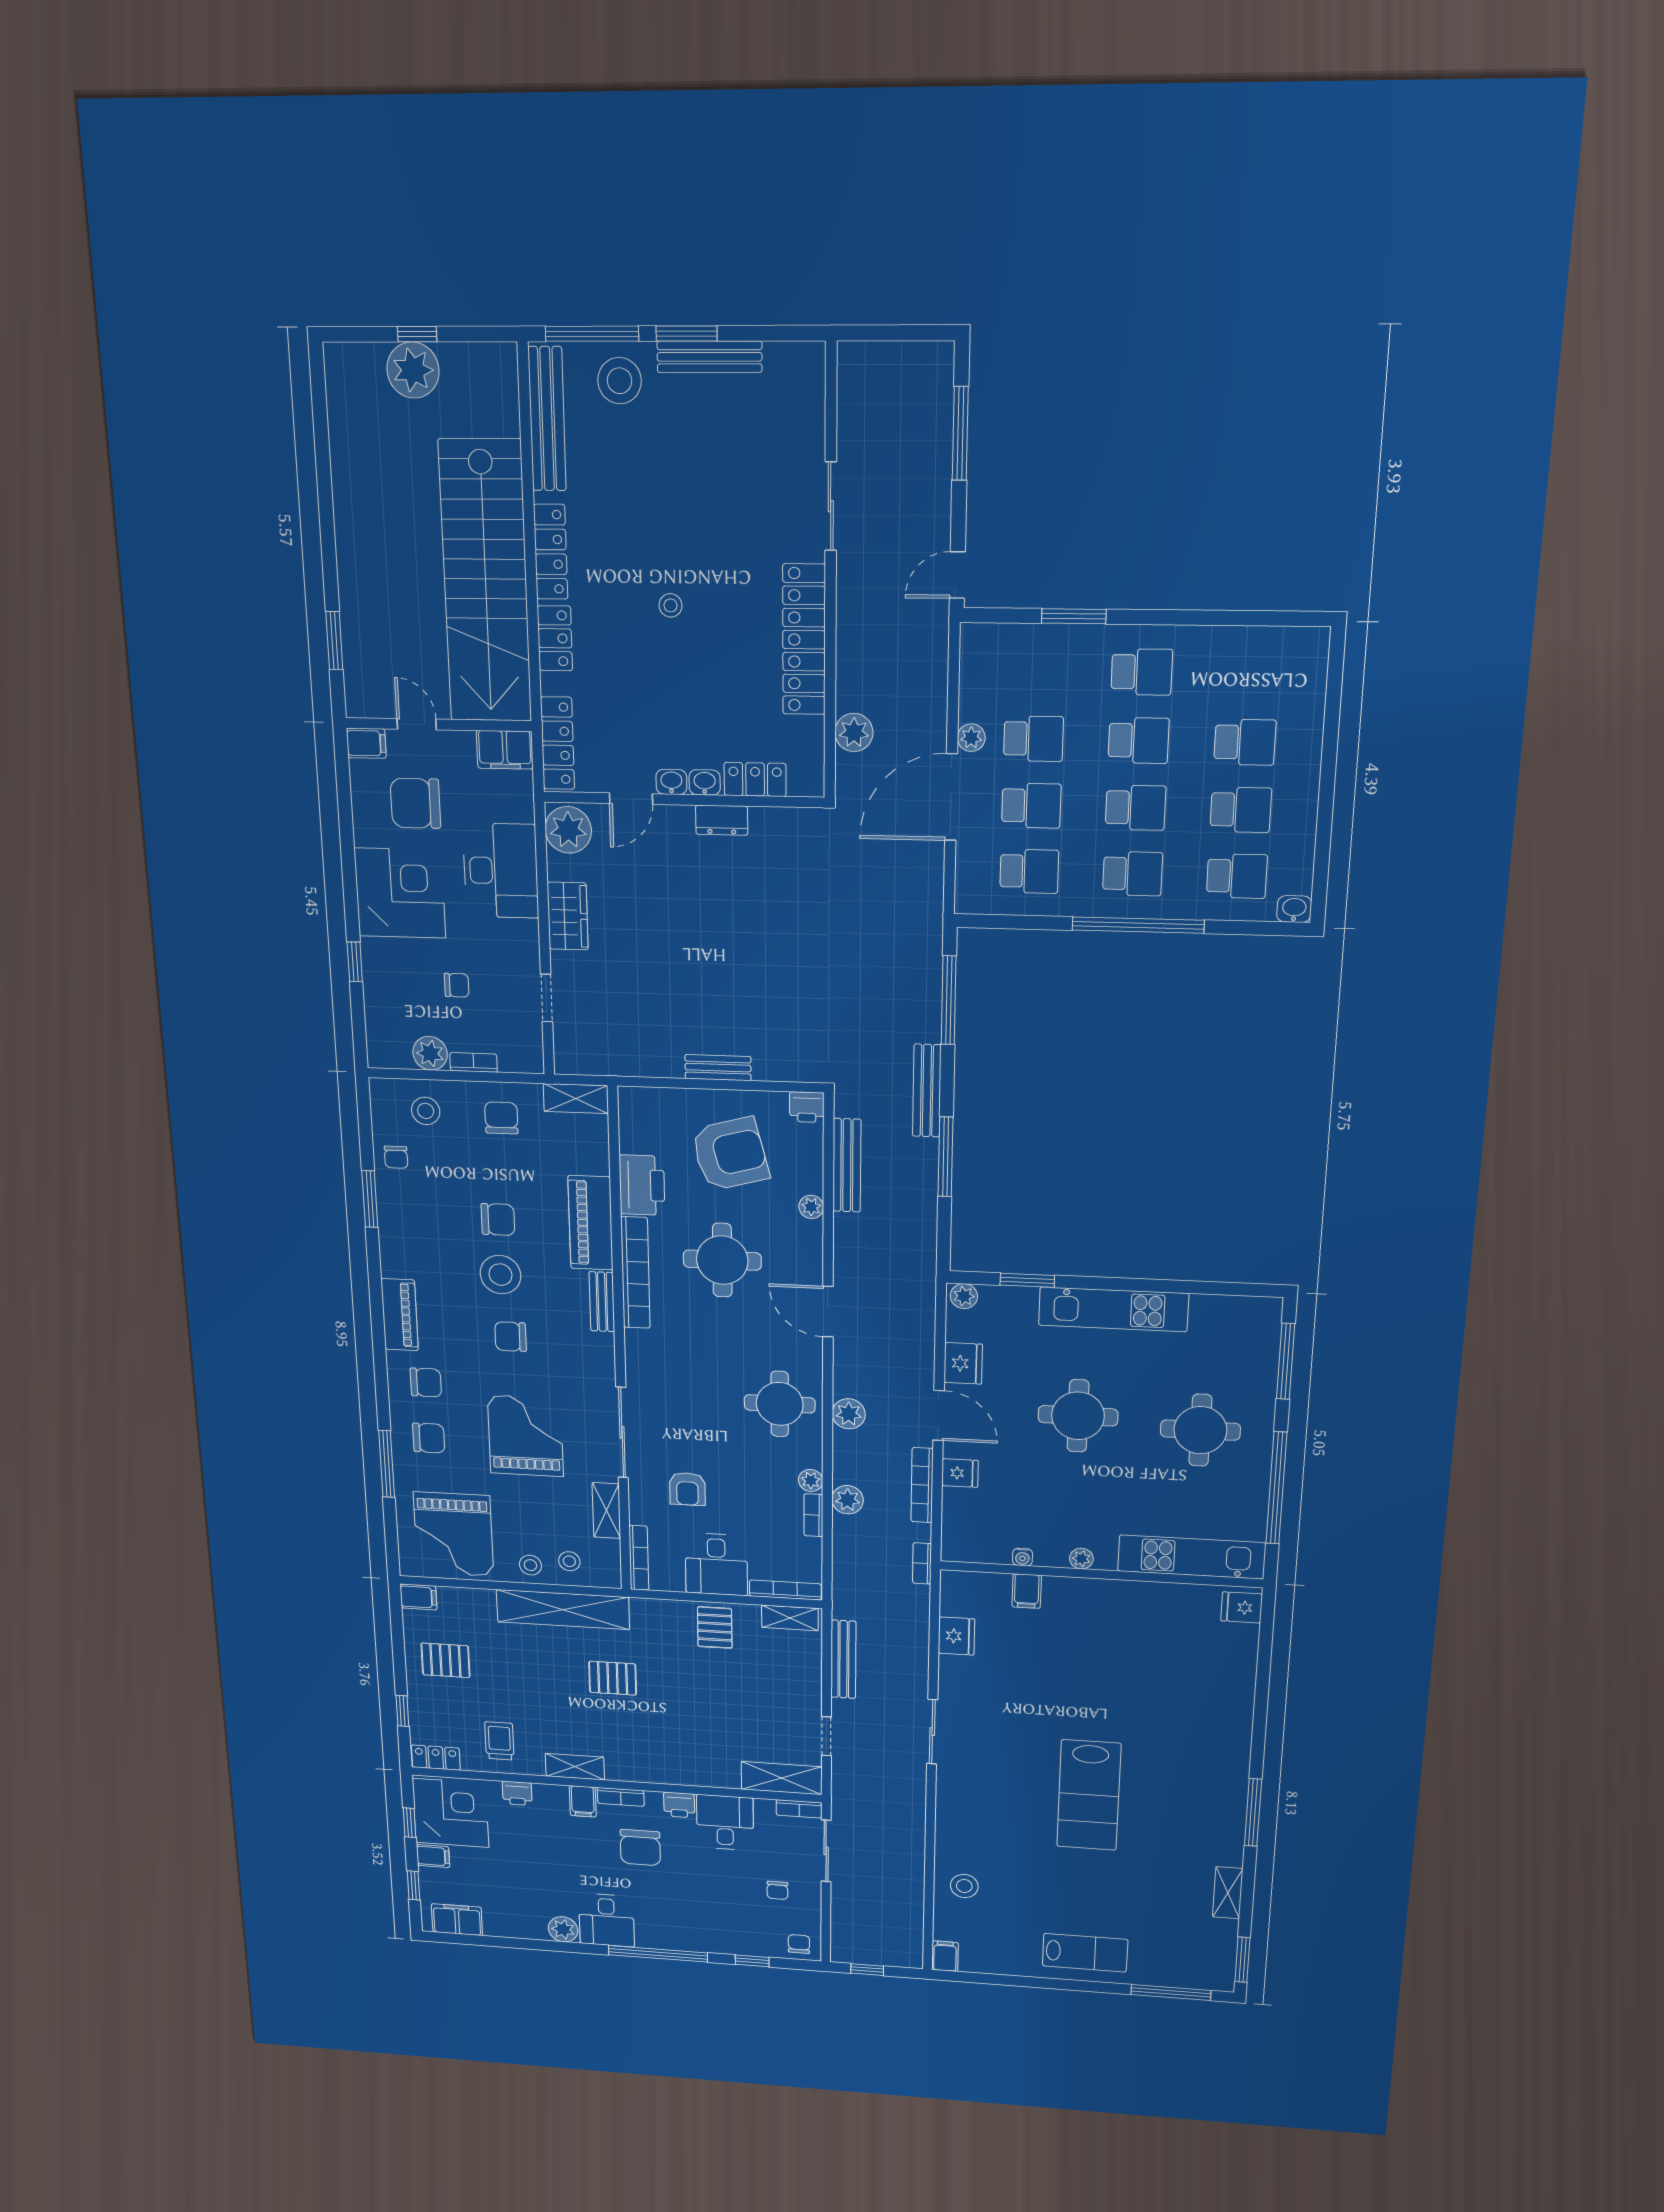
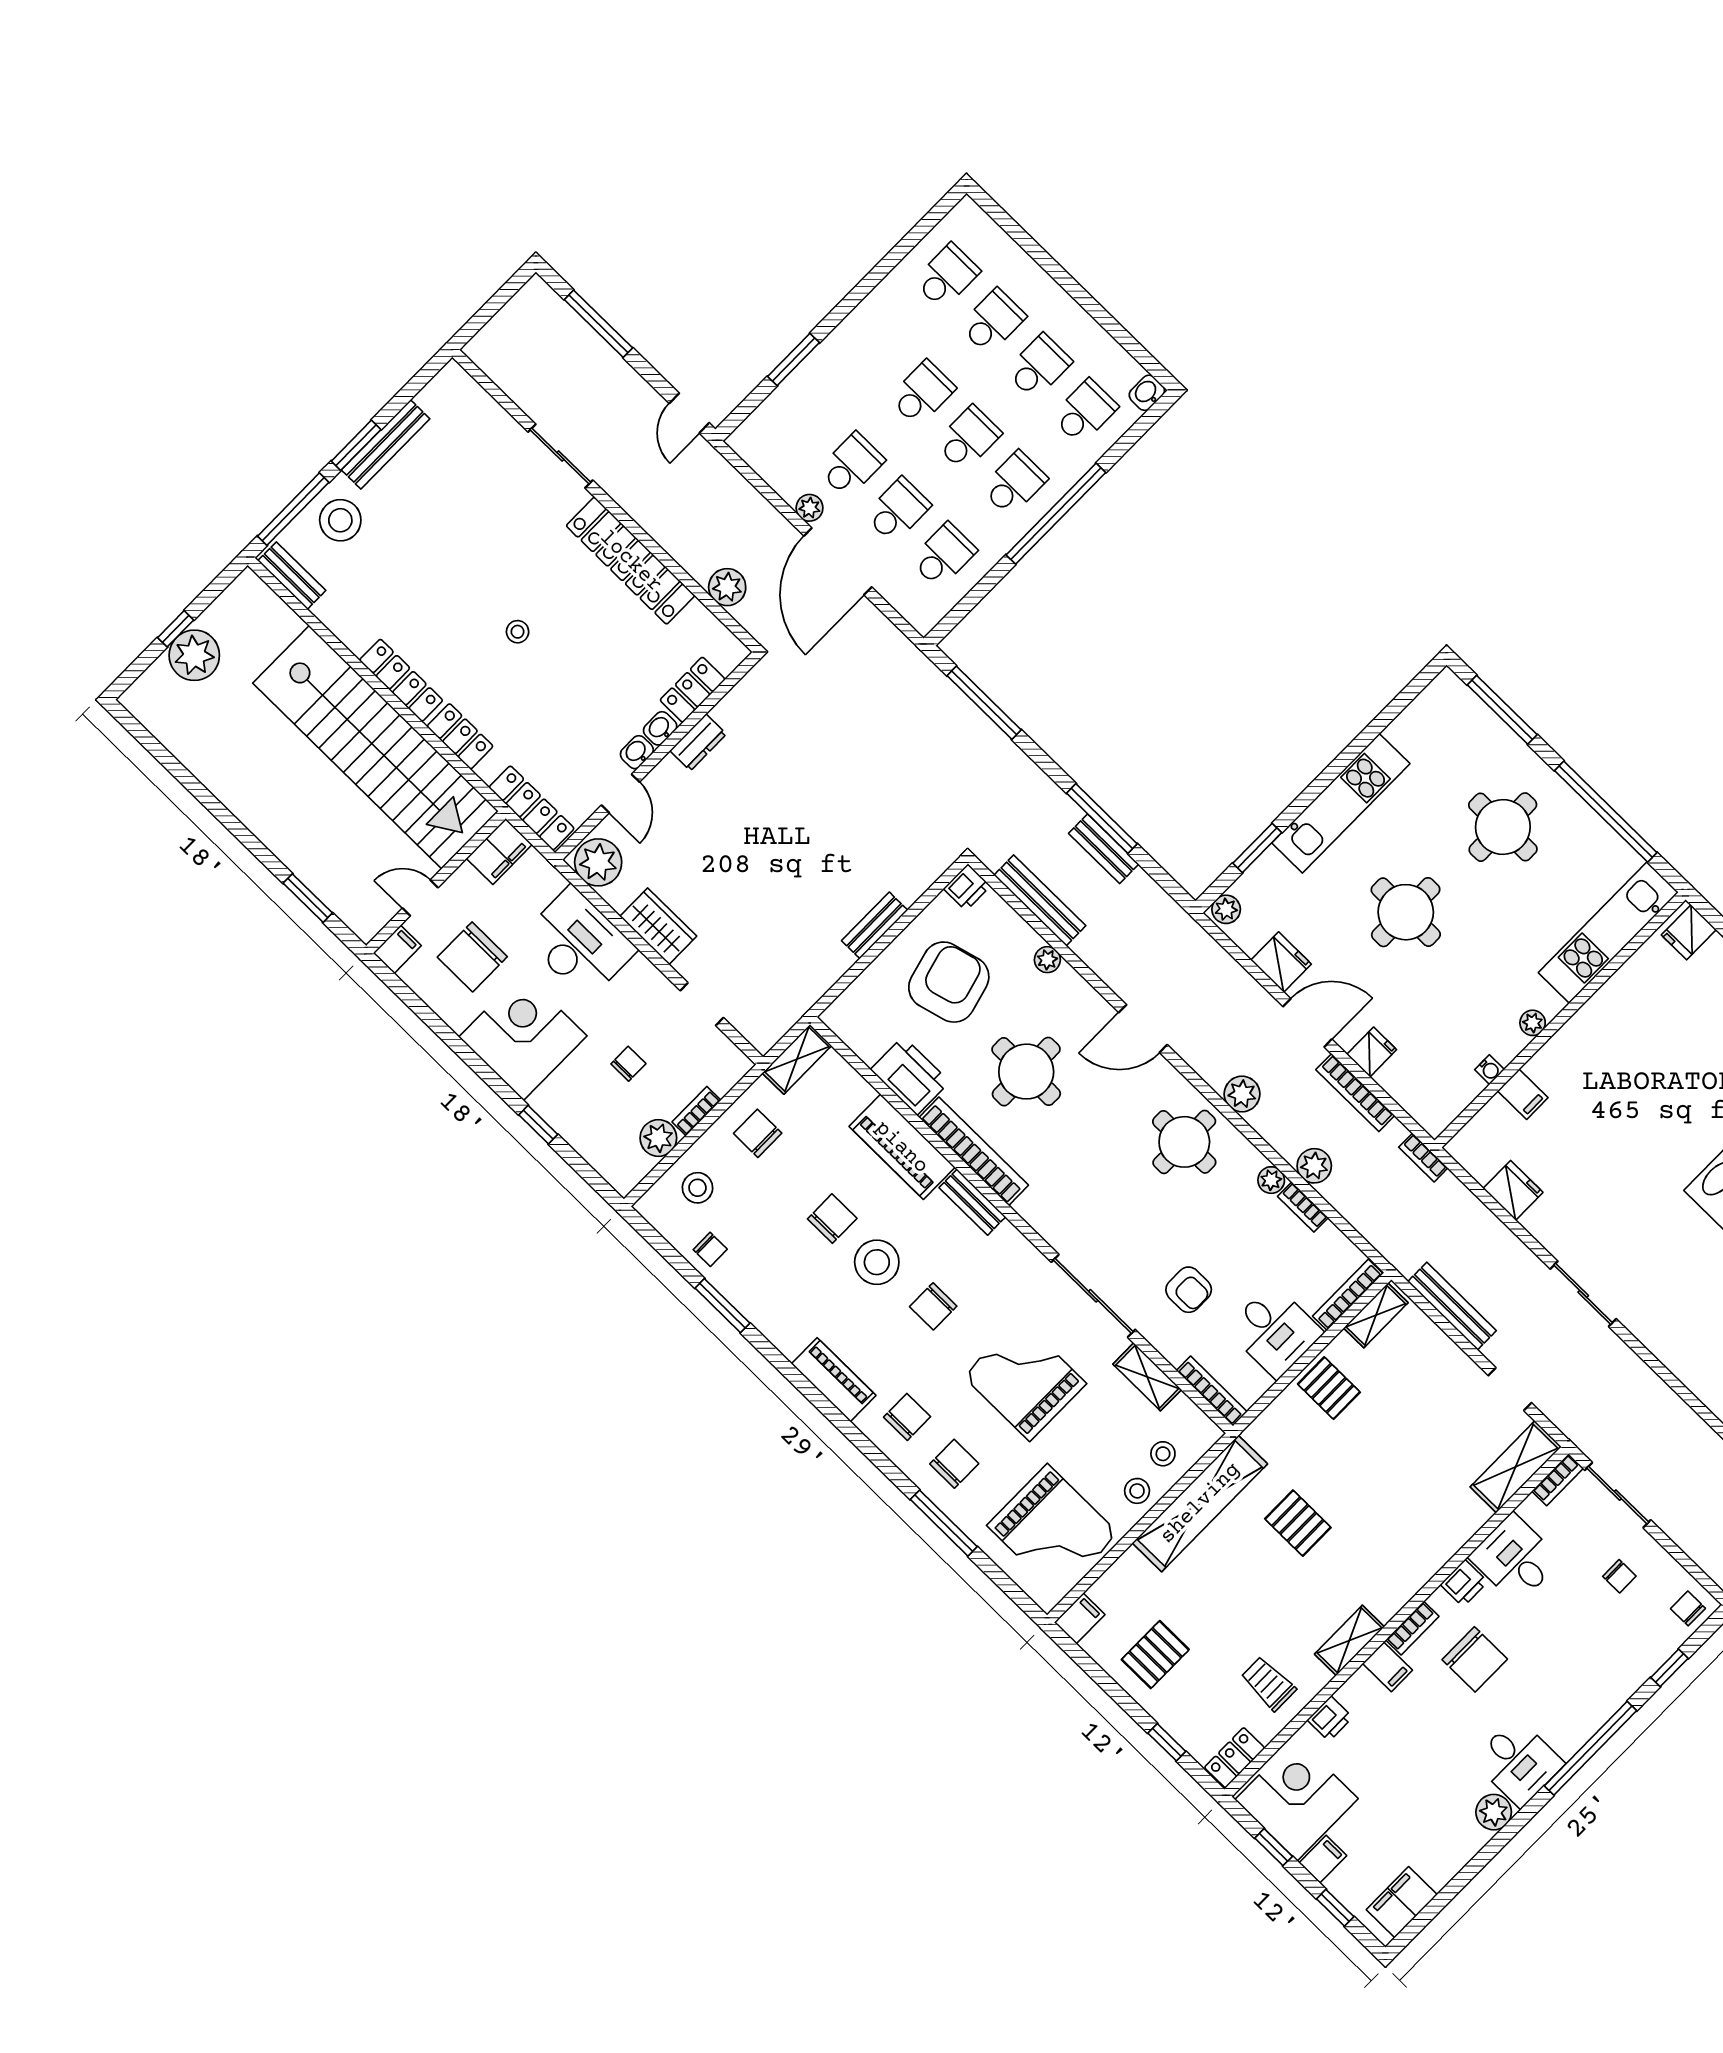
bench: (547, 419) -> (292, 576), width x0.54, depth x0.82
school desk: (1142, 672) -> (947, 276), moved
bench: (927, 1091) -> (1104, 849), moved, width x0.73
pallet: (613, 1678) -> (1298, 1523), turned 90

